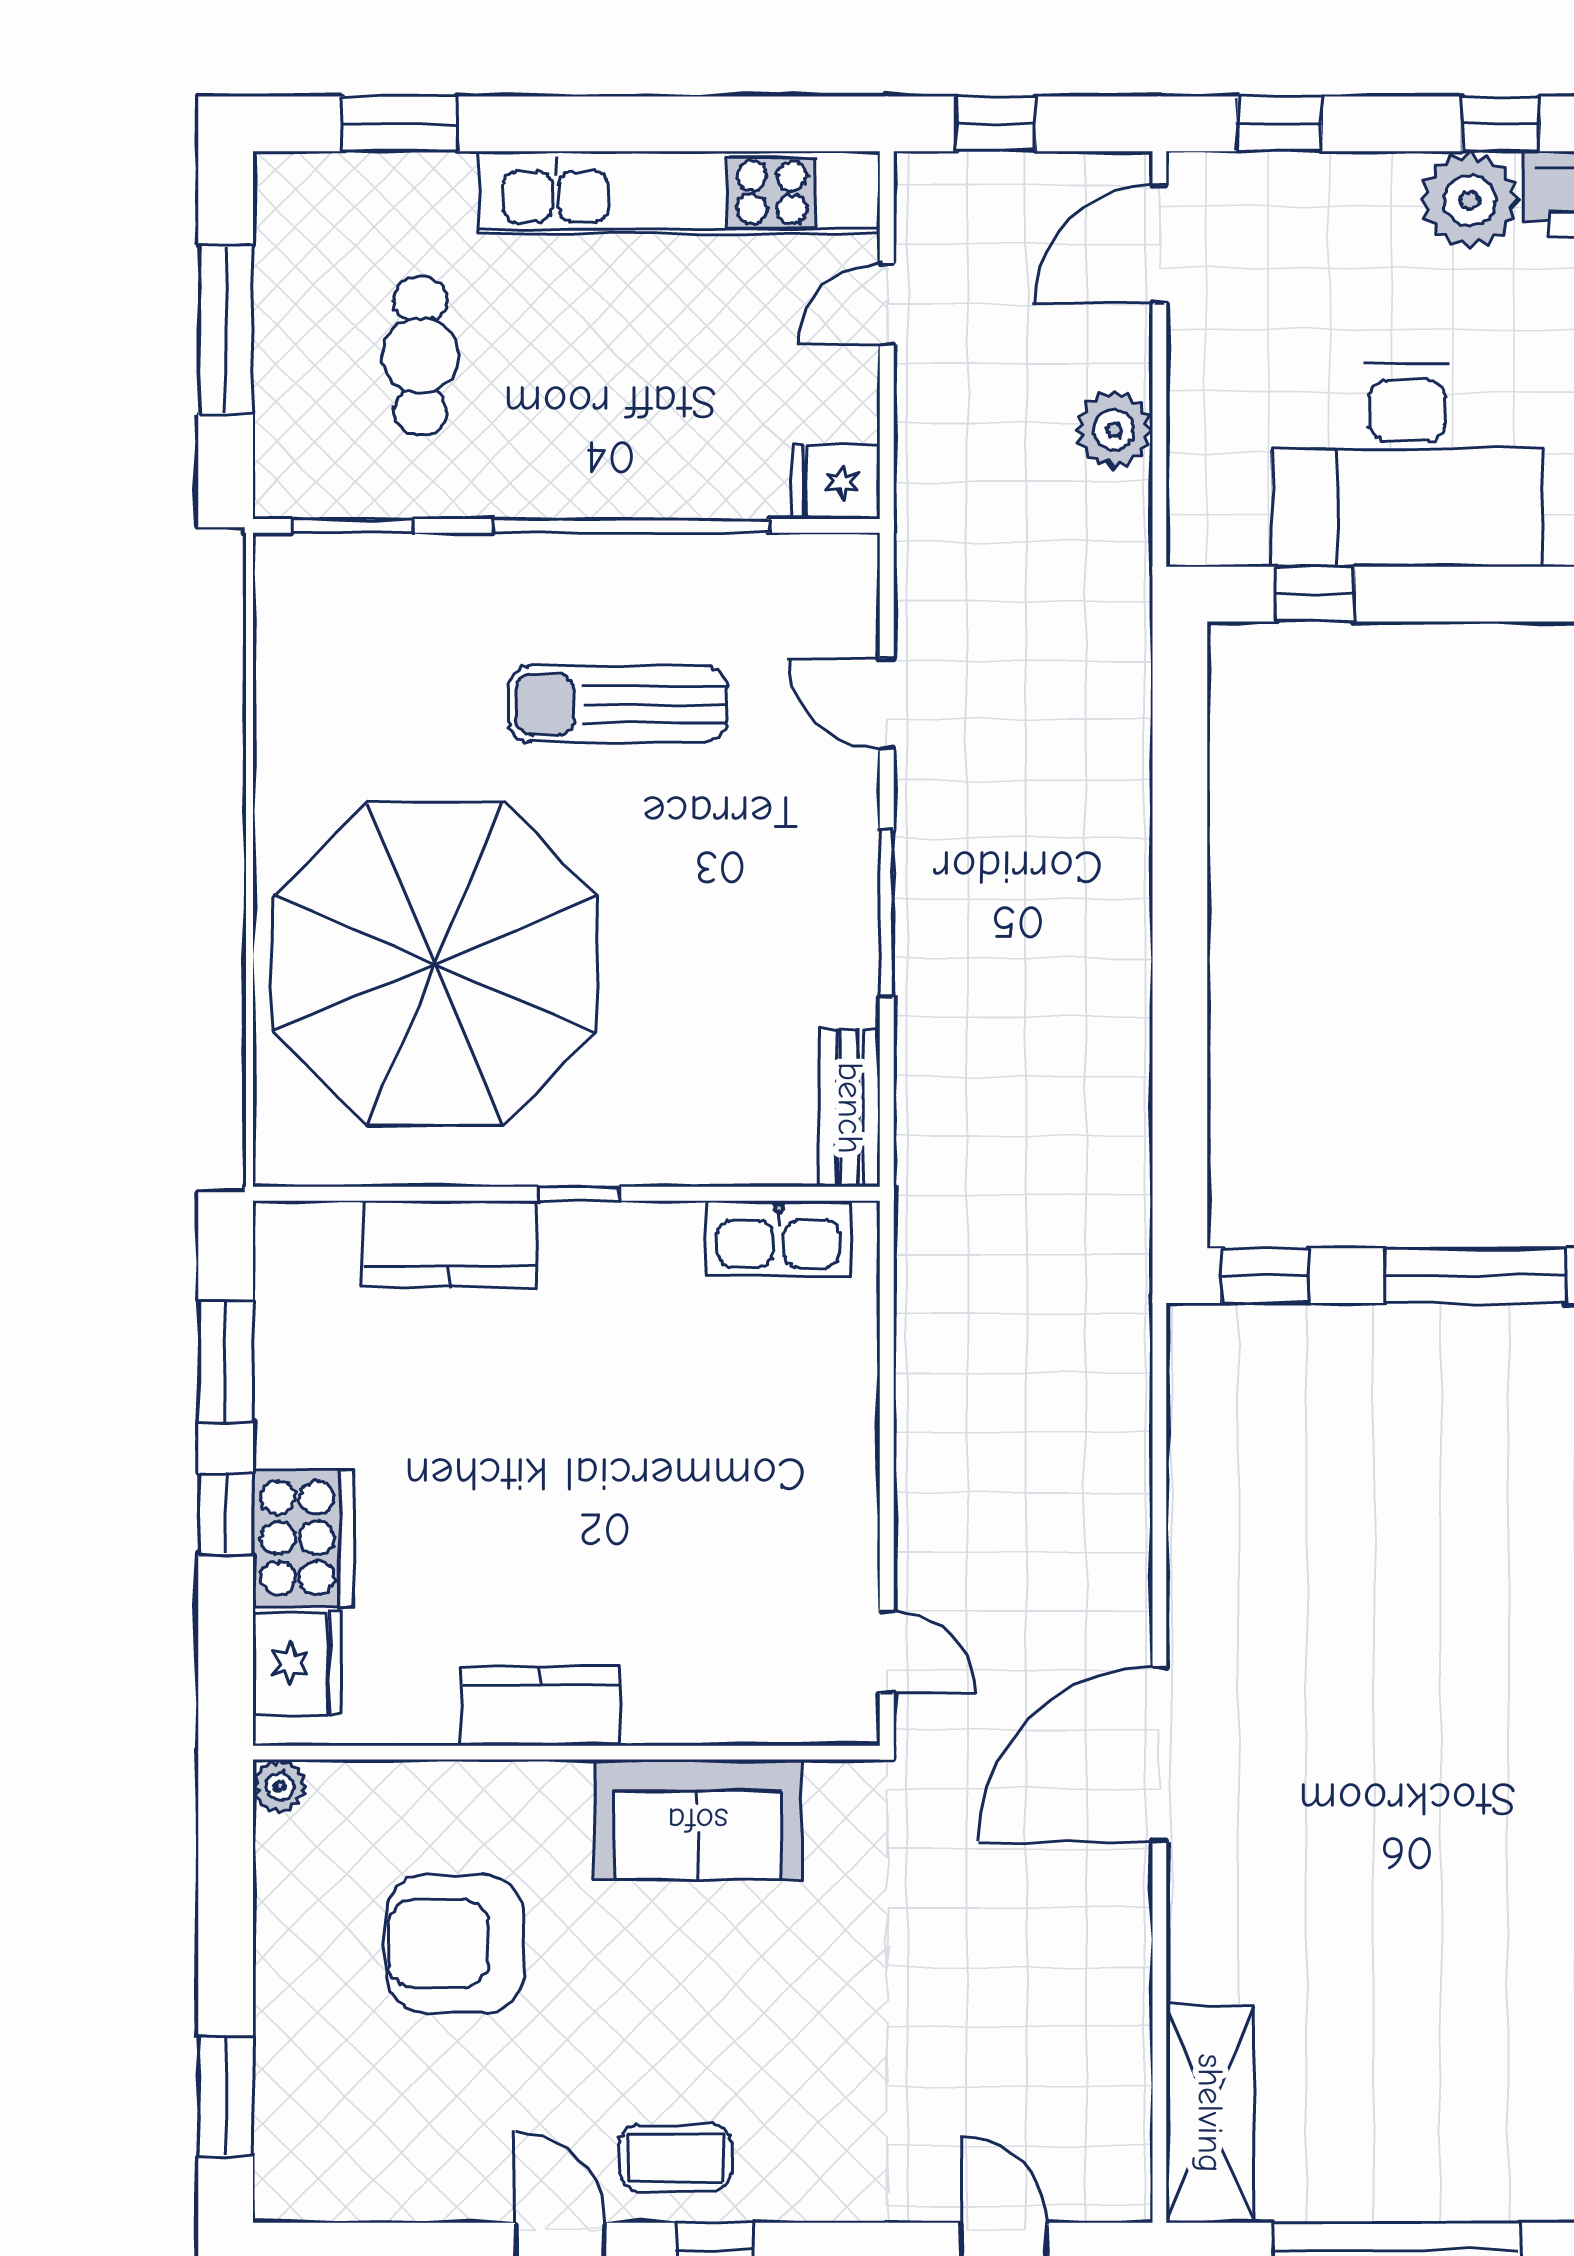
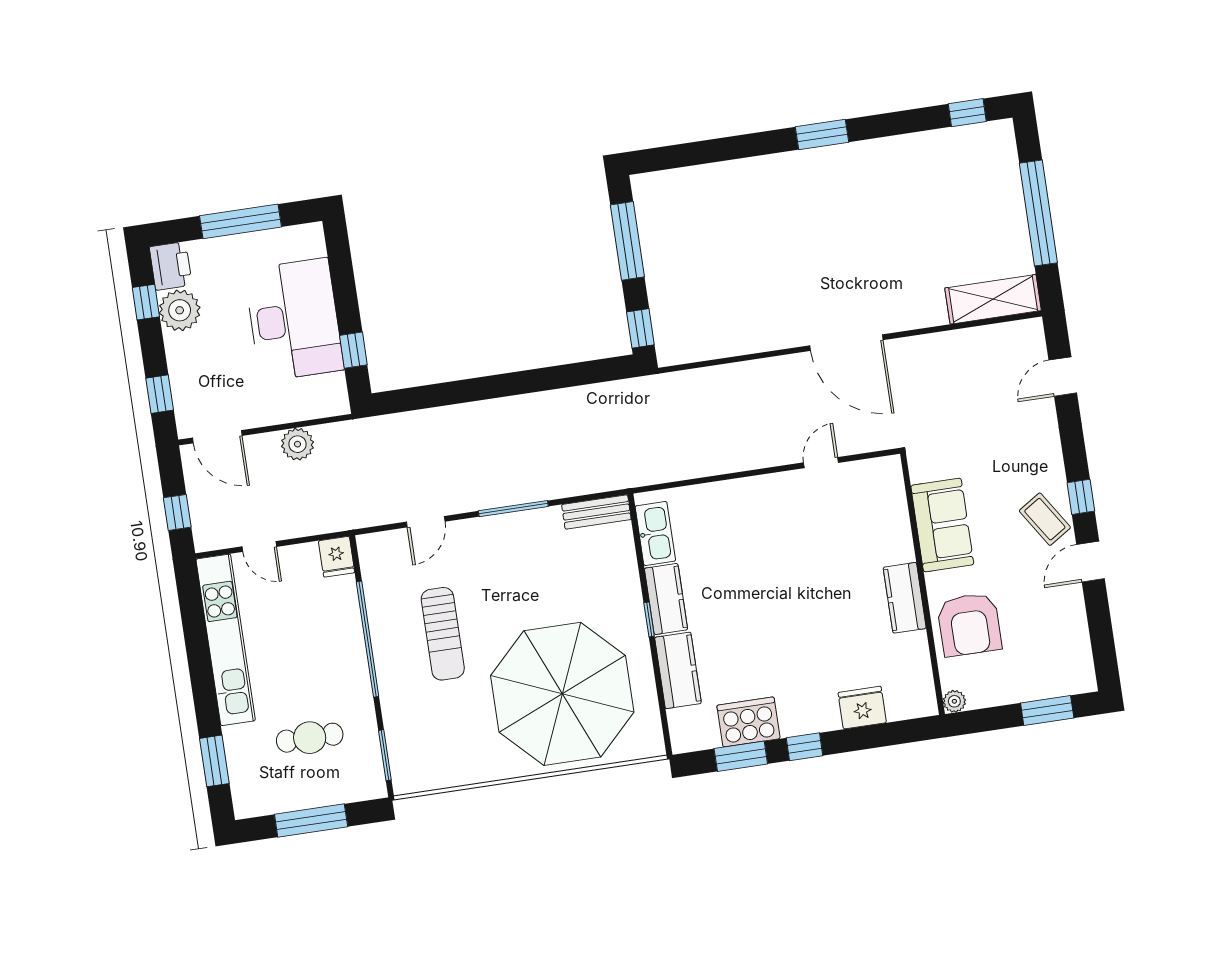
kitchen counter: (621, 1241) -> (666, 599), added
cooker: (303, 1538) -> (748, 722), moved
kitchen counter: (540, 1706) -> (905, 598), moved
wall: (566, 1753) -> (923, 584), moved
plant: (280, 1786) -> (954, 701), moved
sofa: (698, 1820) -> (942, 525), moved
coffee table: (676, 2158) -> (1045, 519), turned -33

